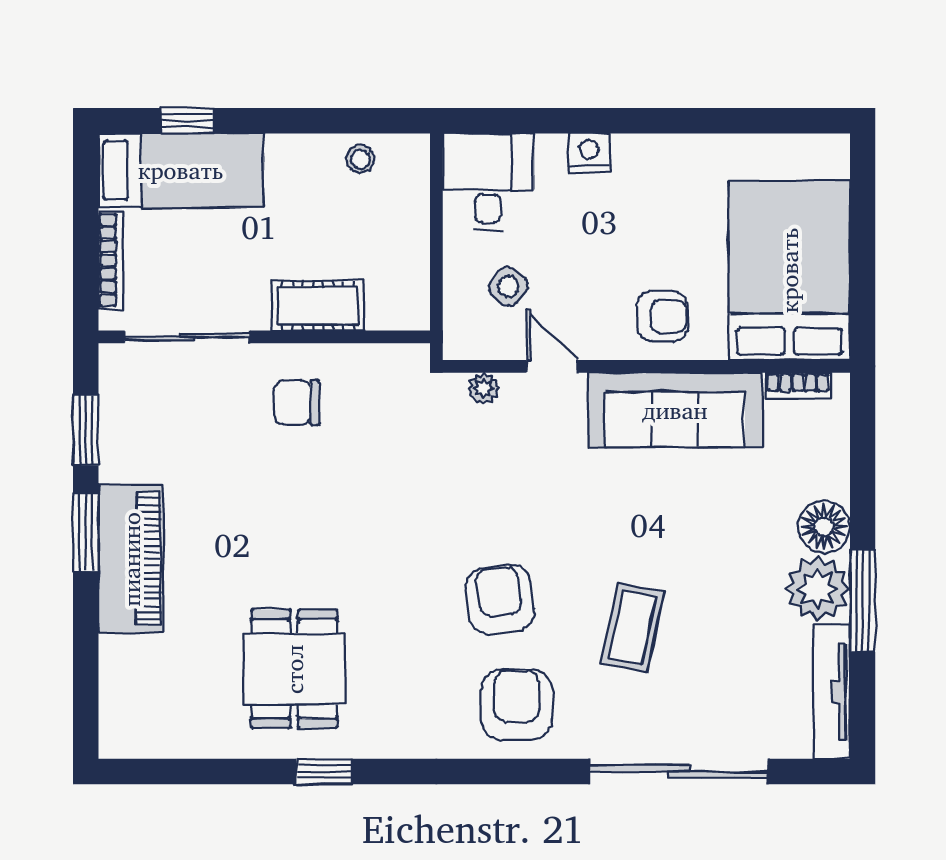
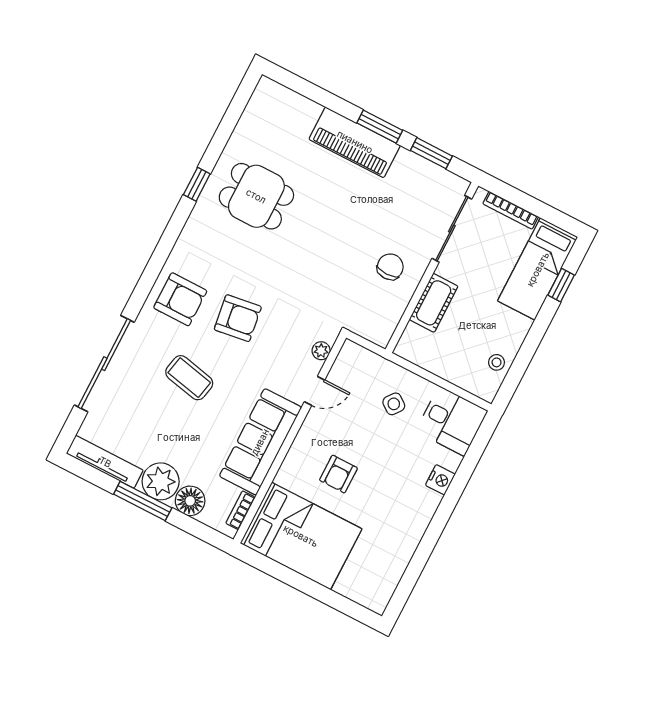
bed: (789, 270) -> (301, 536), moved
door: (552, 366) -> (314, 391), moved
wall: (646, 366) -> (290, 439), moved
bookcase: (798, 386) -> (241, 510), moved
plant: (484, 388) -> (321, 351), moved
sofa: (675, 410) -> (260, 442), moved

